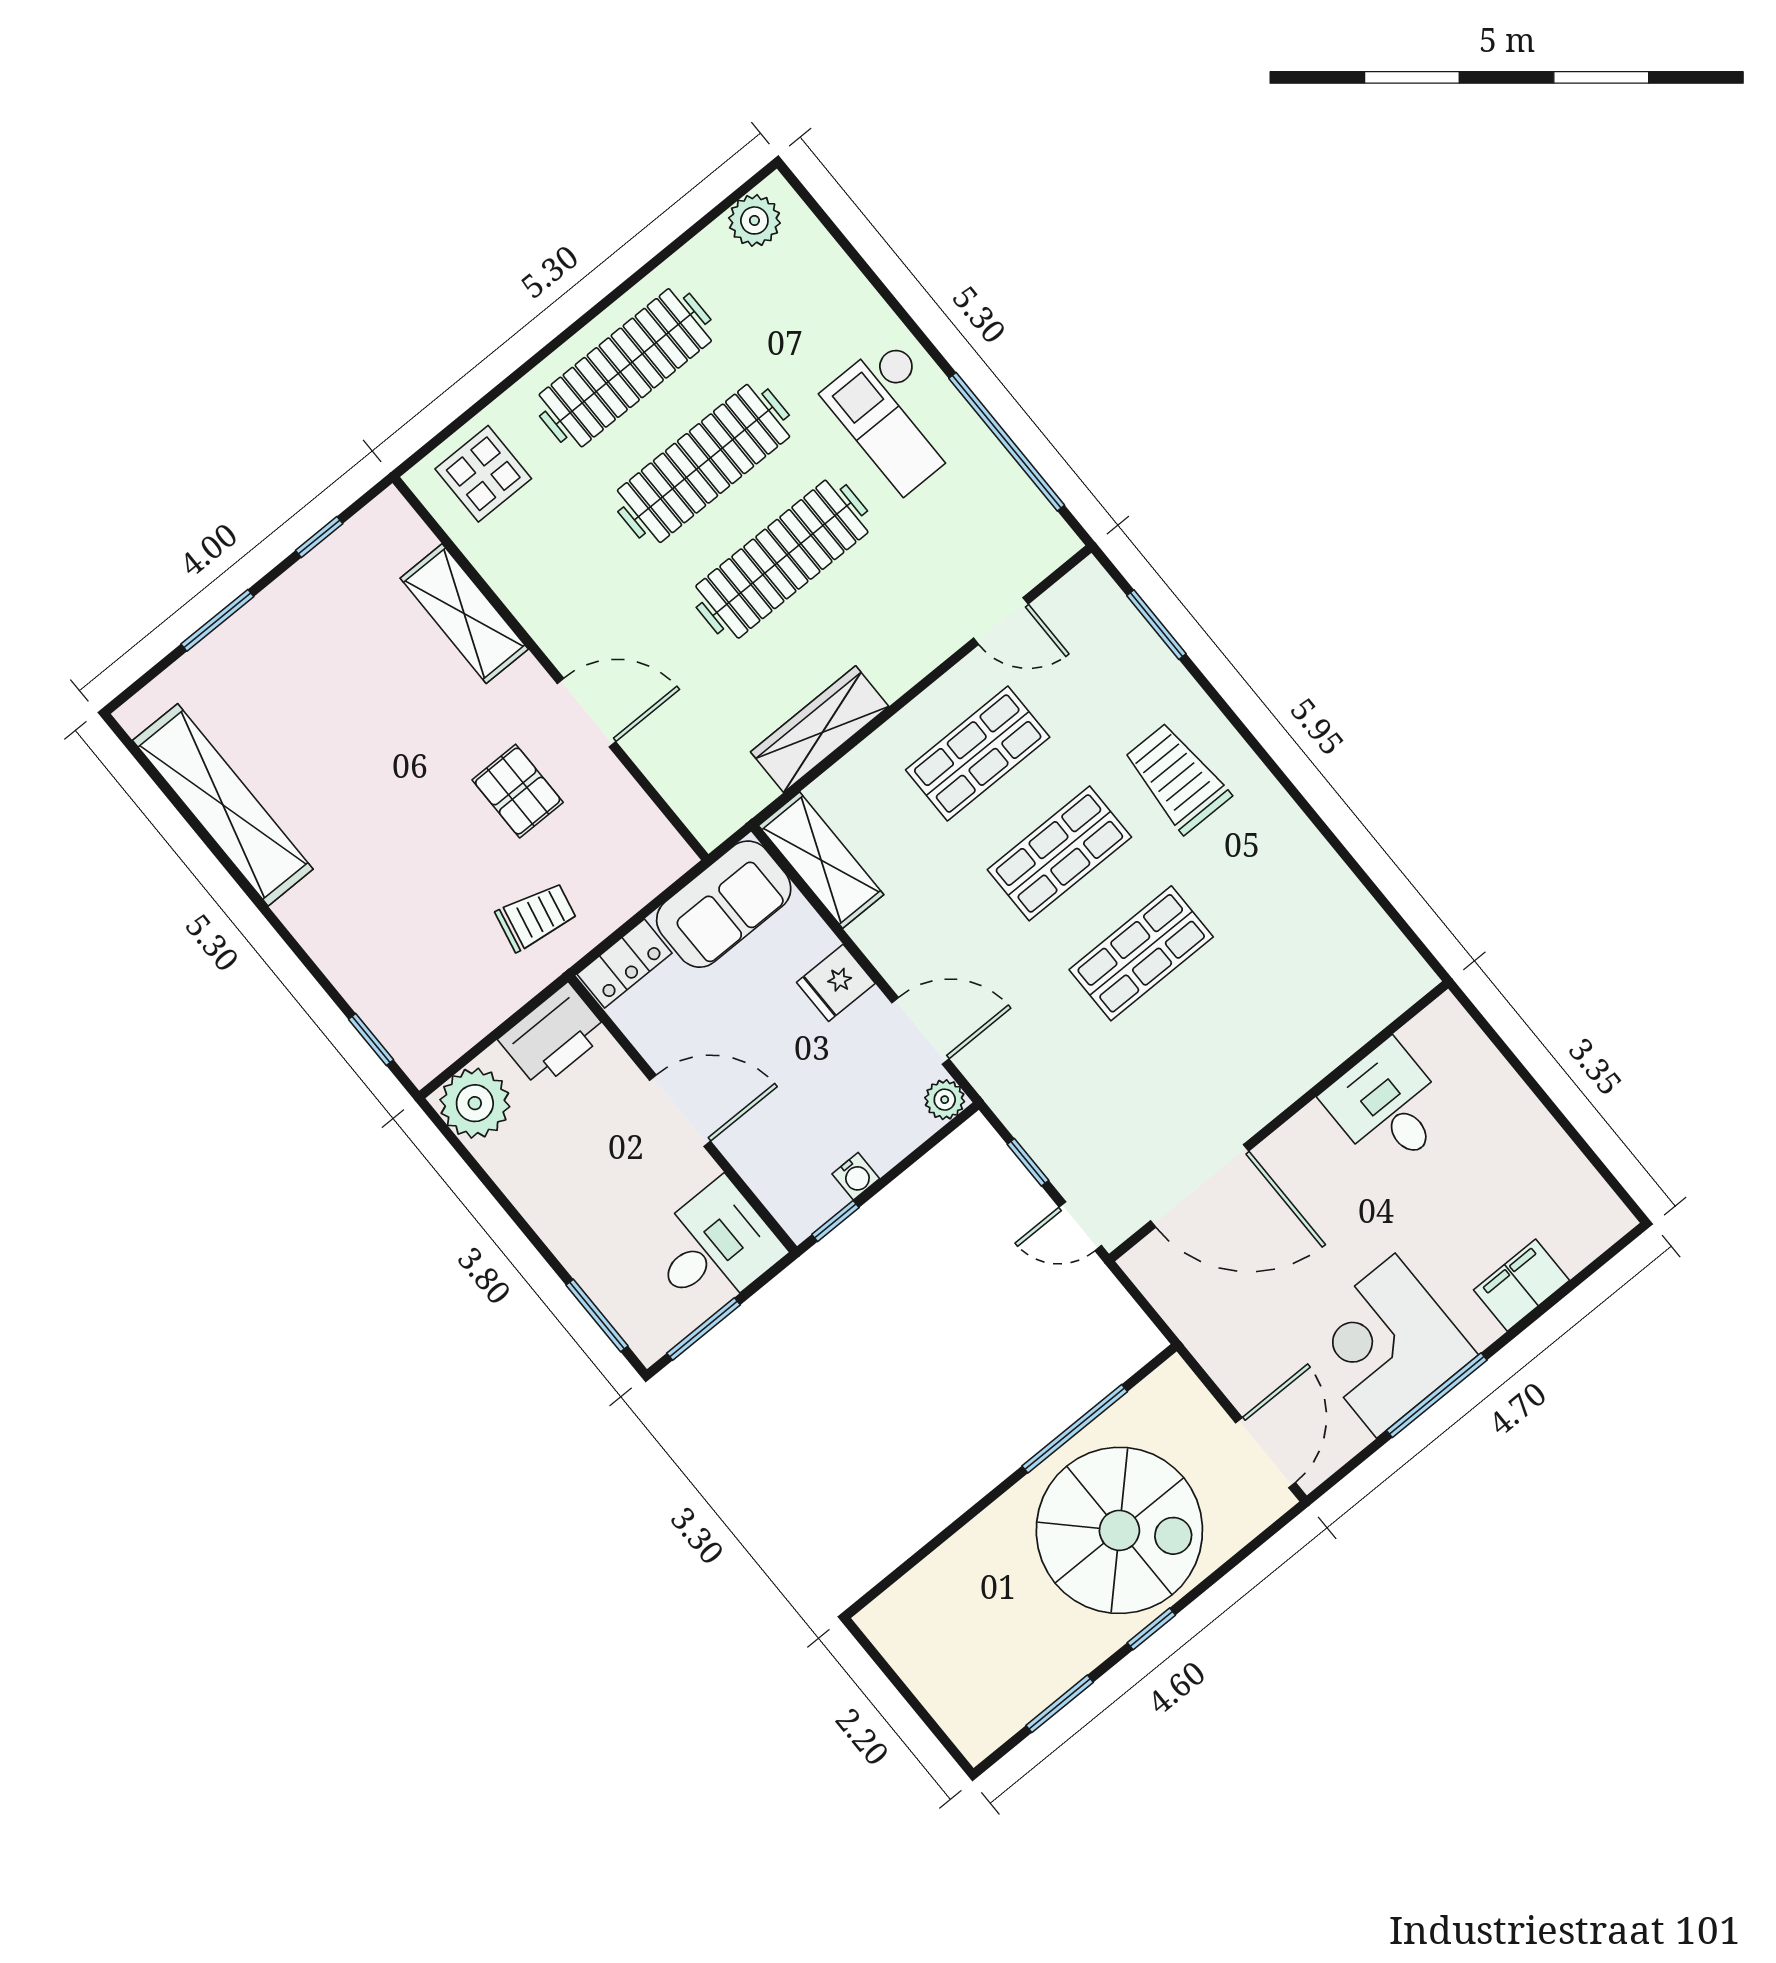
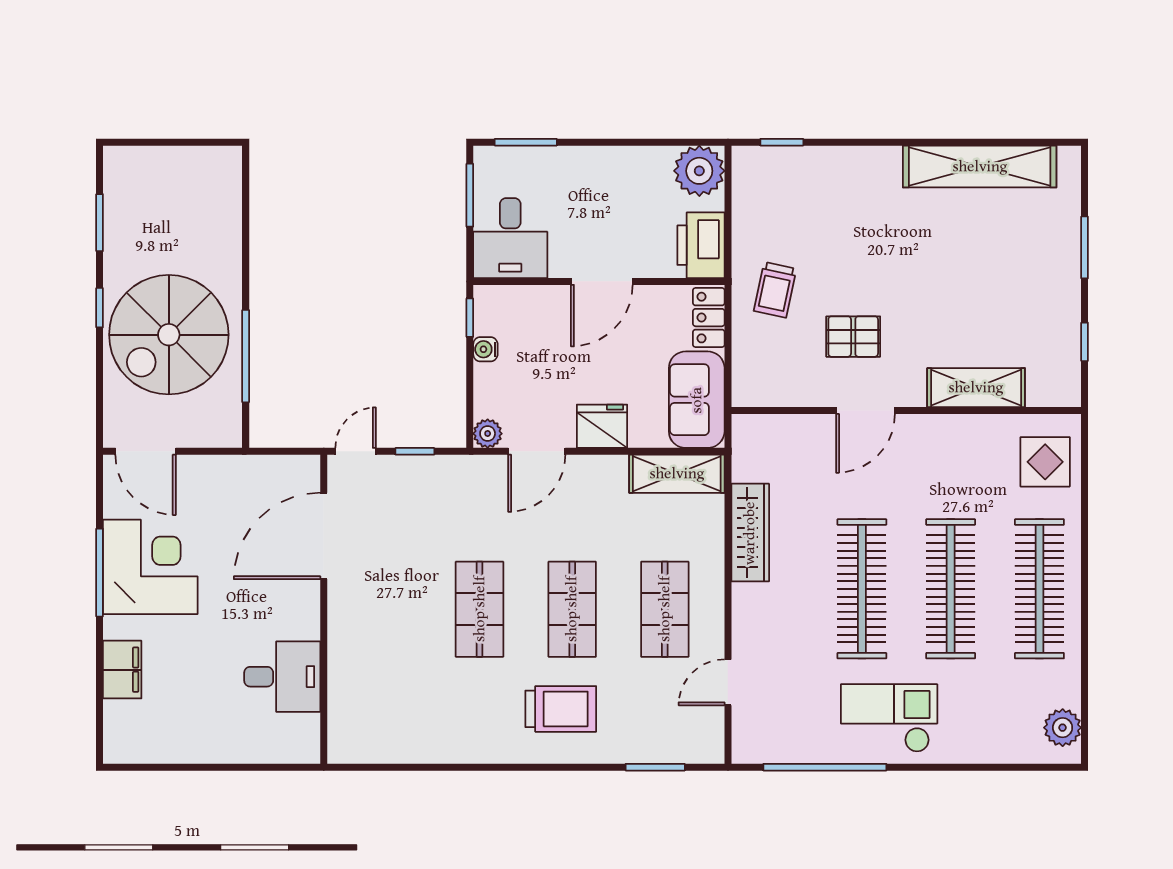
fridge: (836, 983) -> (602, 426), width x1.38

